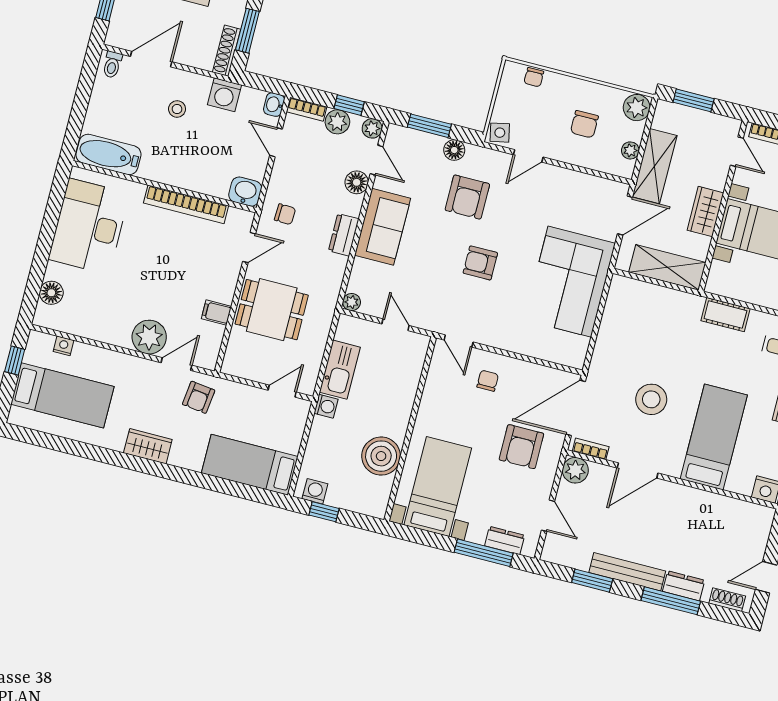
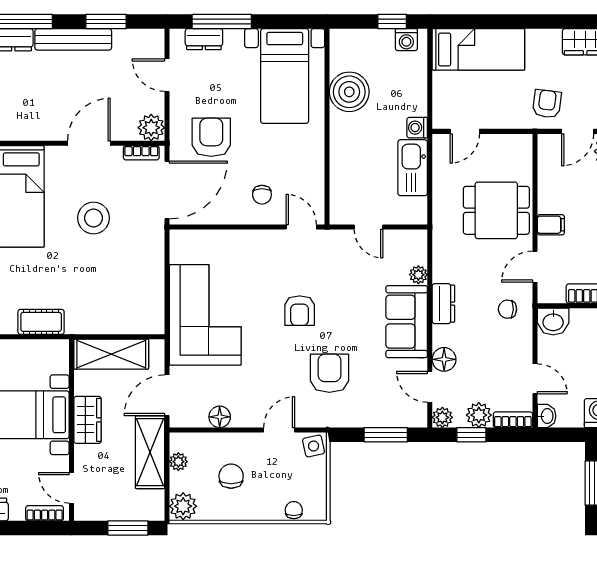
floor lamp: (454, 150) -> (220, 417), moved
armchair: (480, 263) -> (300, 311), turned 90
plant: (352, 302) -> (418, 275), moved
filing cabinet: (216, 313) -> (551, 225), moved

